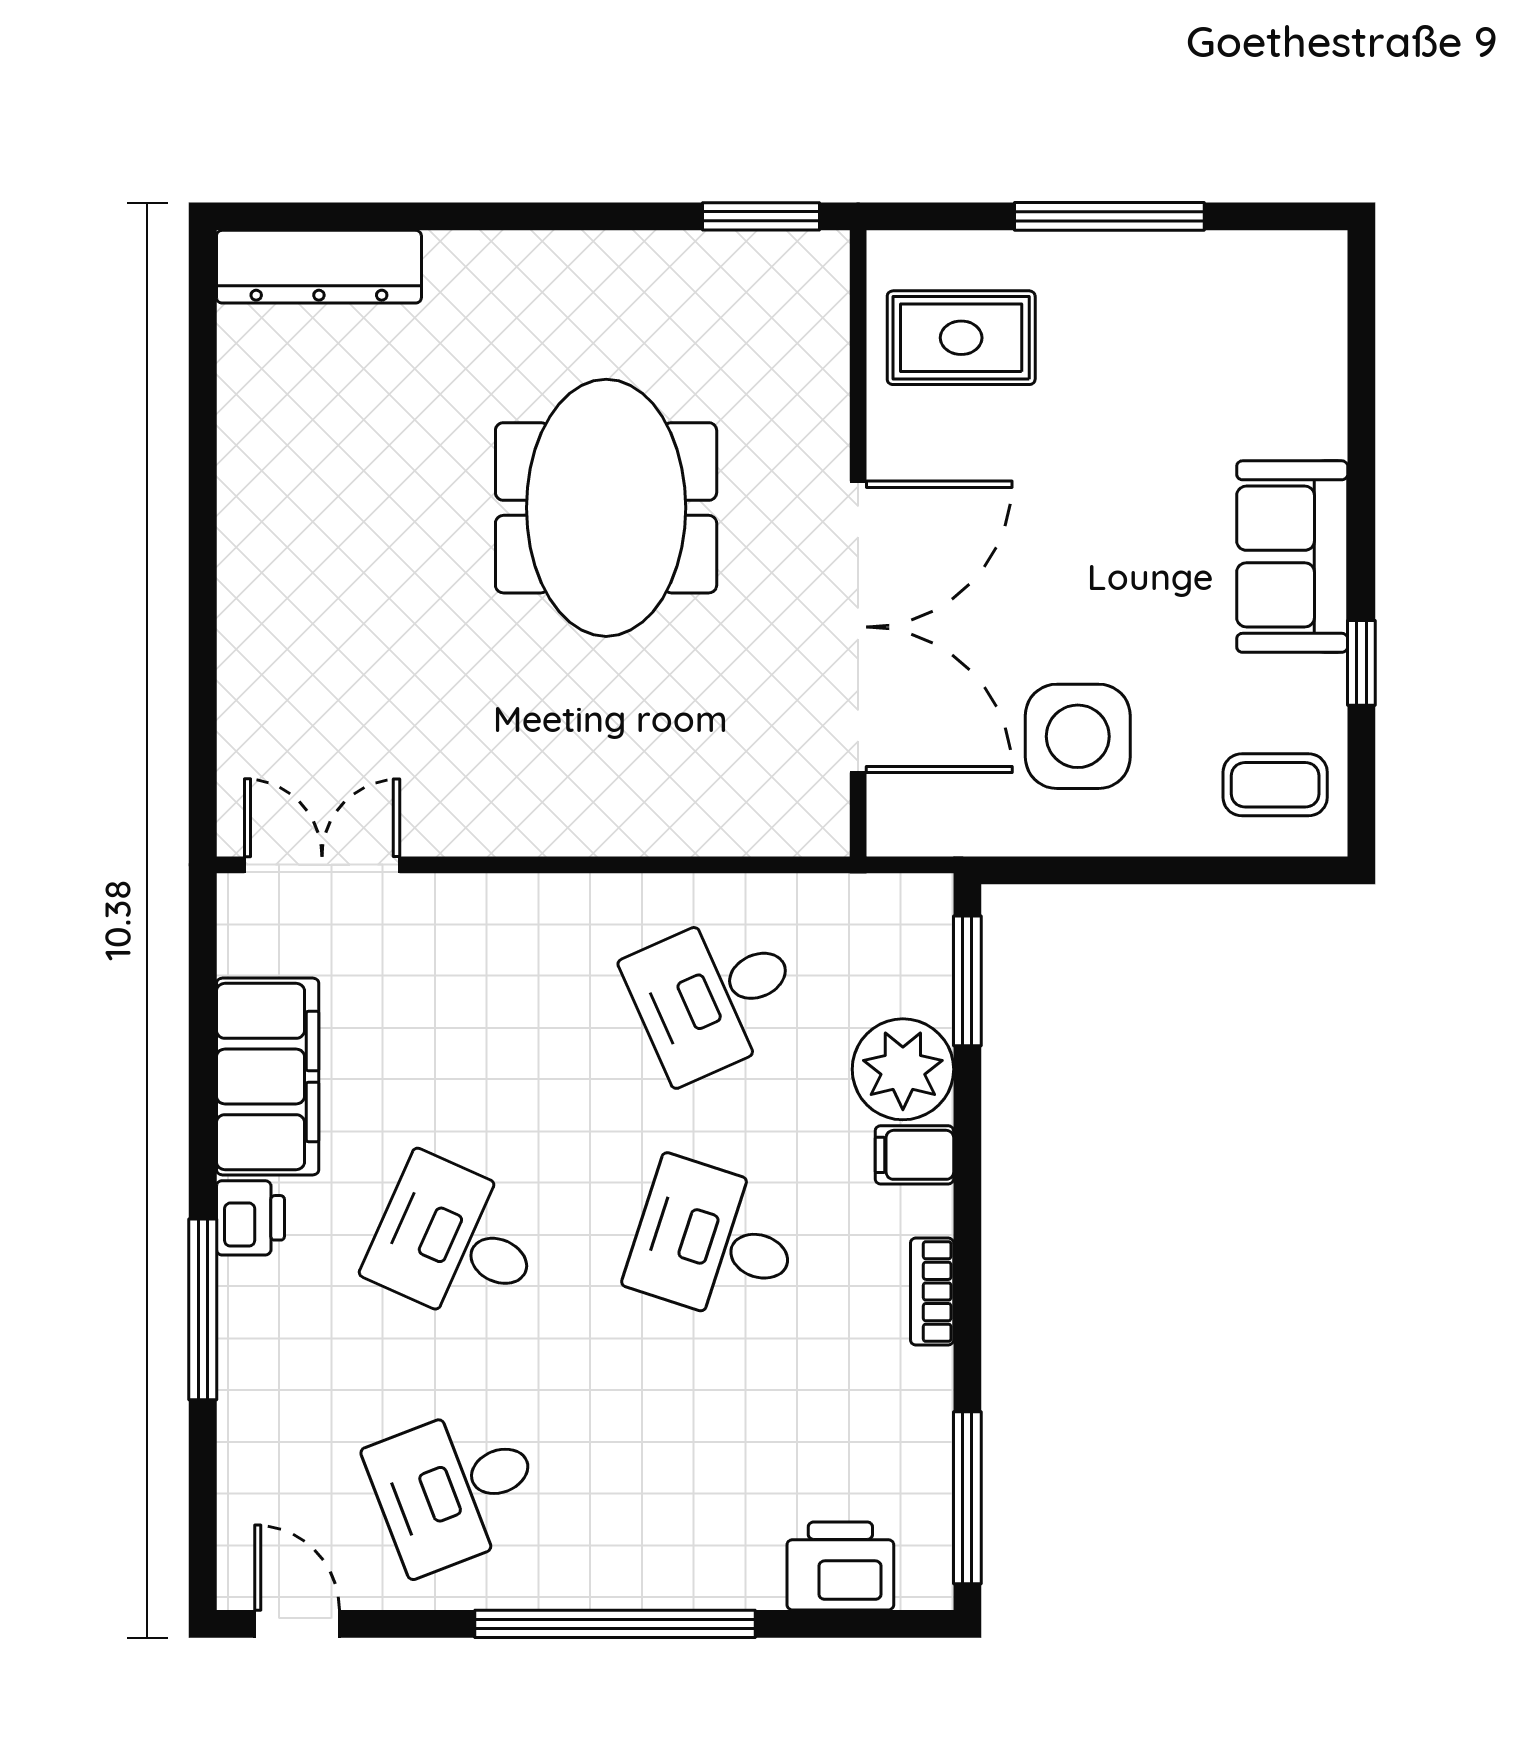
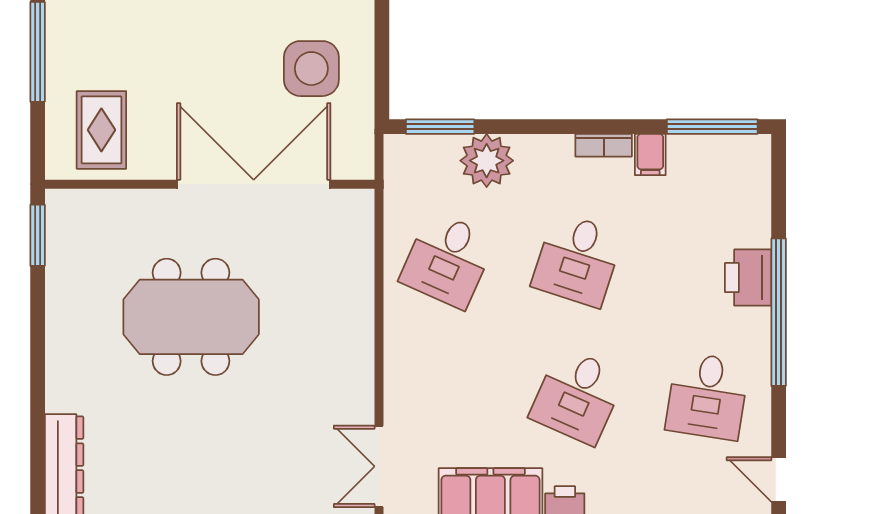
desk: (714, 995) -> (448, 260), turned 48
filing cabinet: (914, 1155) -> (650, 155), moved
desk: (456, 1488) -> (707, 396), turned 30
printer: (840, 1566) -> (748, 278), moved
door: (297, 1624) -> (779, 480), hinge flipped

